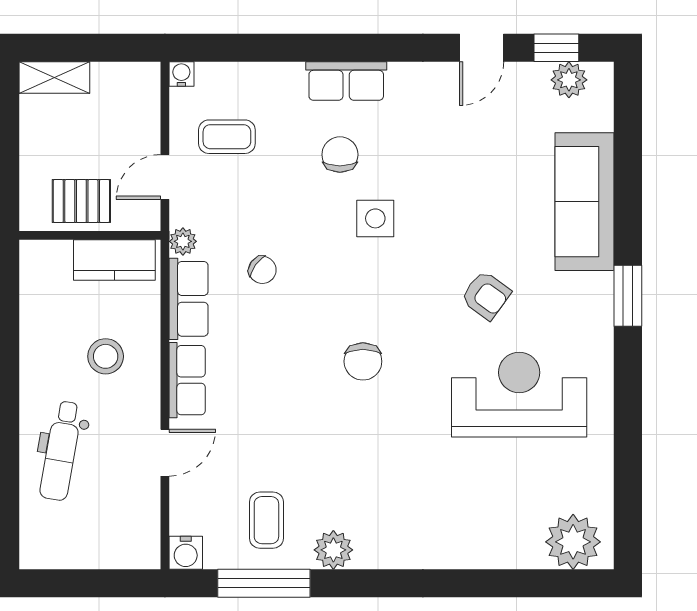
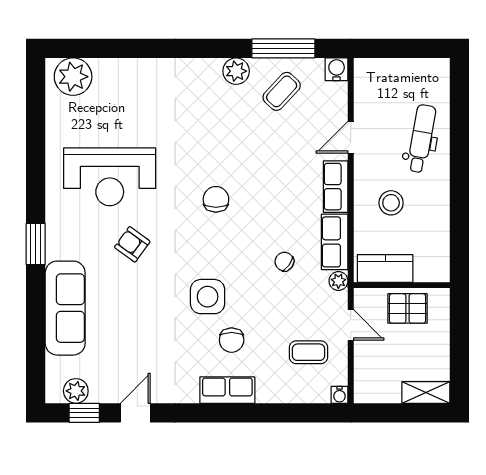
door: (165, 177) -> (351, 325), hinge flipped
side table: (375, 218) -> (208, 297), width x1.37, depth x1.37
coffee table: (266, 520) -> (282, 91), turned 43

